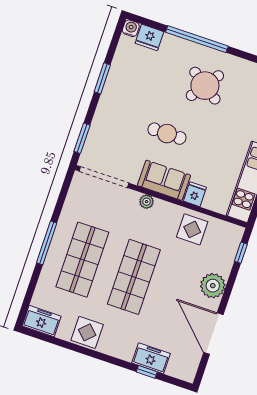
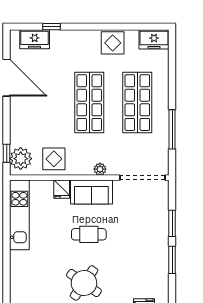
cafe table: (167, 134) -> (89, 234), moved
window: (82, 138) -> (172, 223), moved
window: (47, 243) -> (172, 129), moved
plant: (213, 286) -> (21, 159), moved
freezer: (151, 358) -> (35, 39), moved

